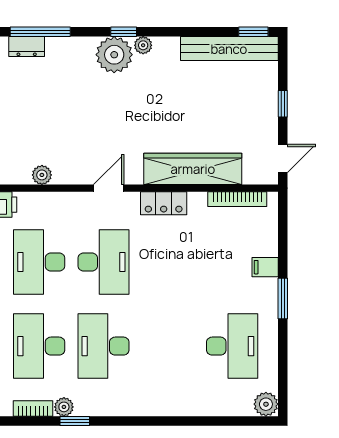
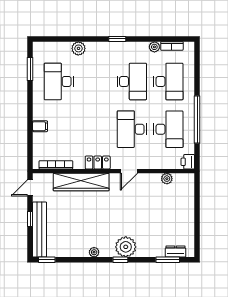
window: (40, 32) -> (168, 260), width x0.69
plant: (143, 45) -> (94, 252), moved
bench: (229, 49) -> (40, 230), moved, turned 90
window: (283, 299) -> (30, 69), moved
plant: (266, 404) -> (78, 48), moved
window: (75, 421) -> (117, 39), moved

